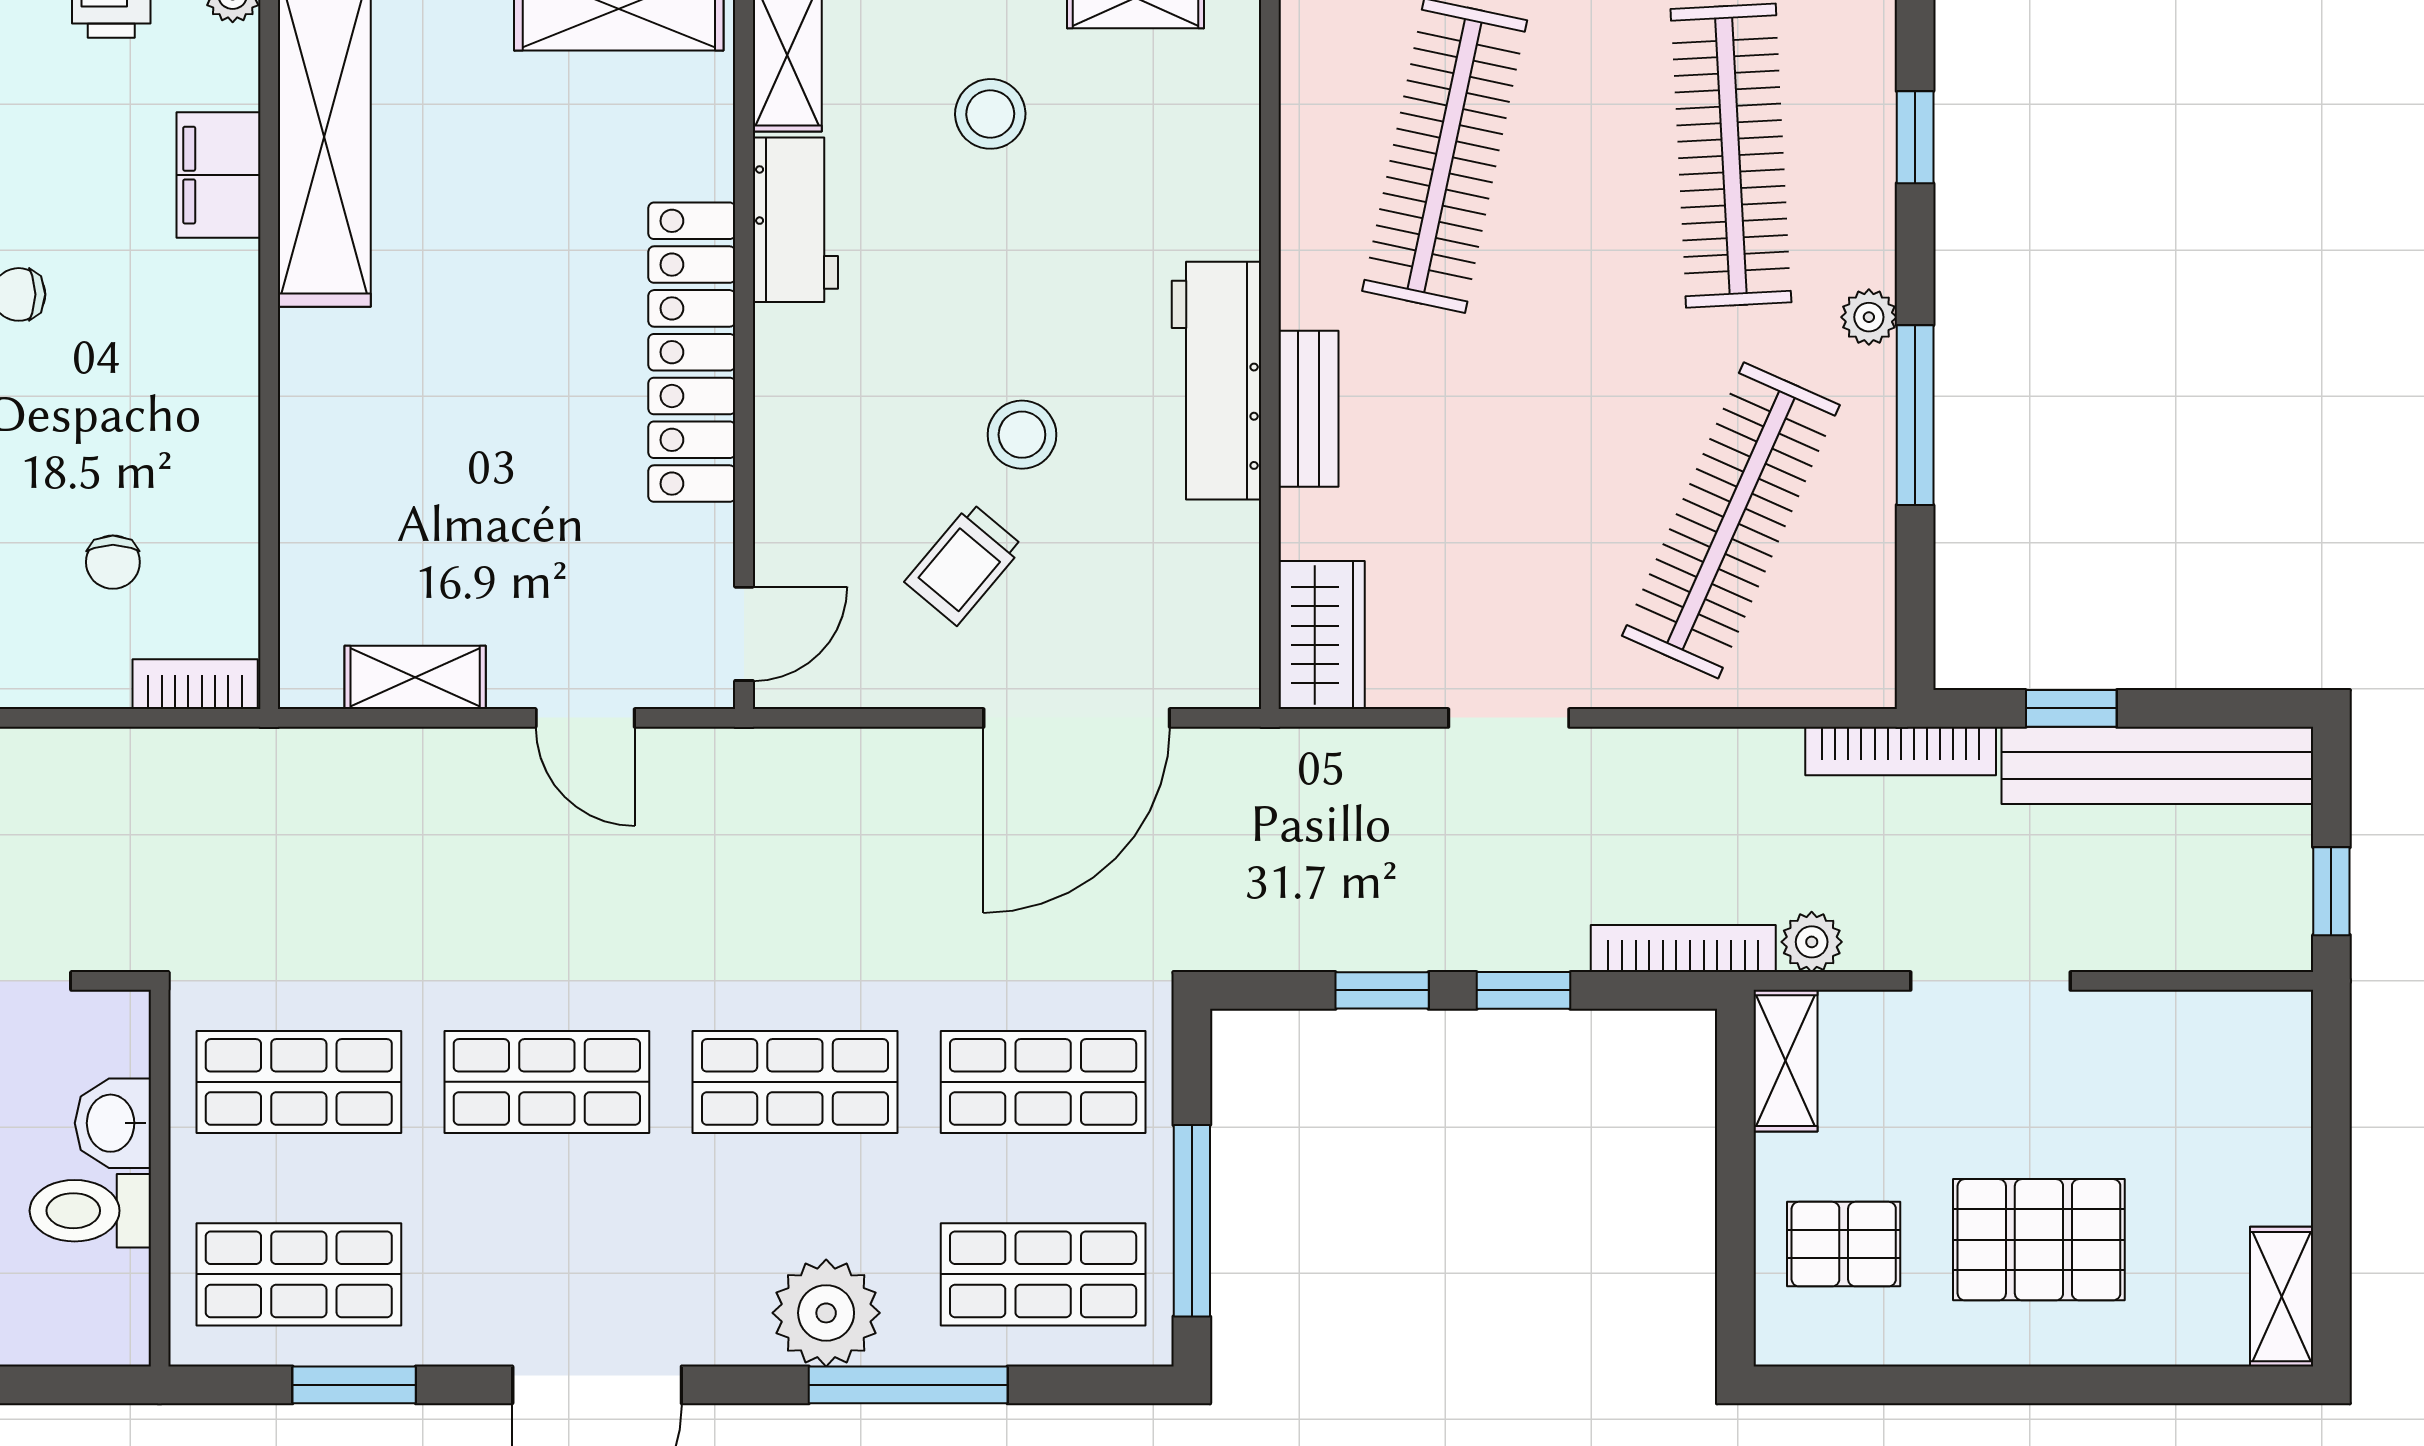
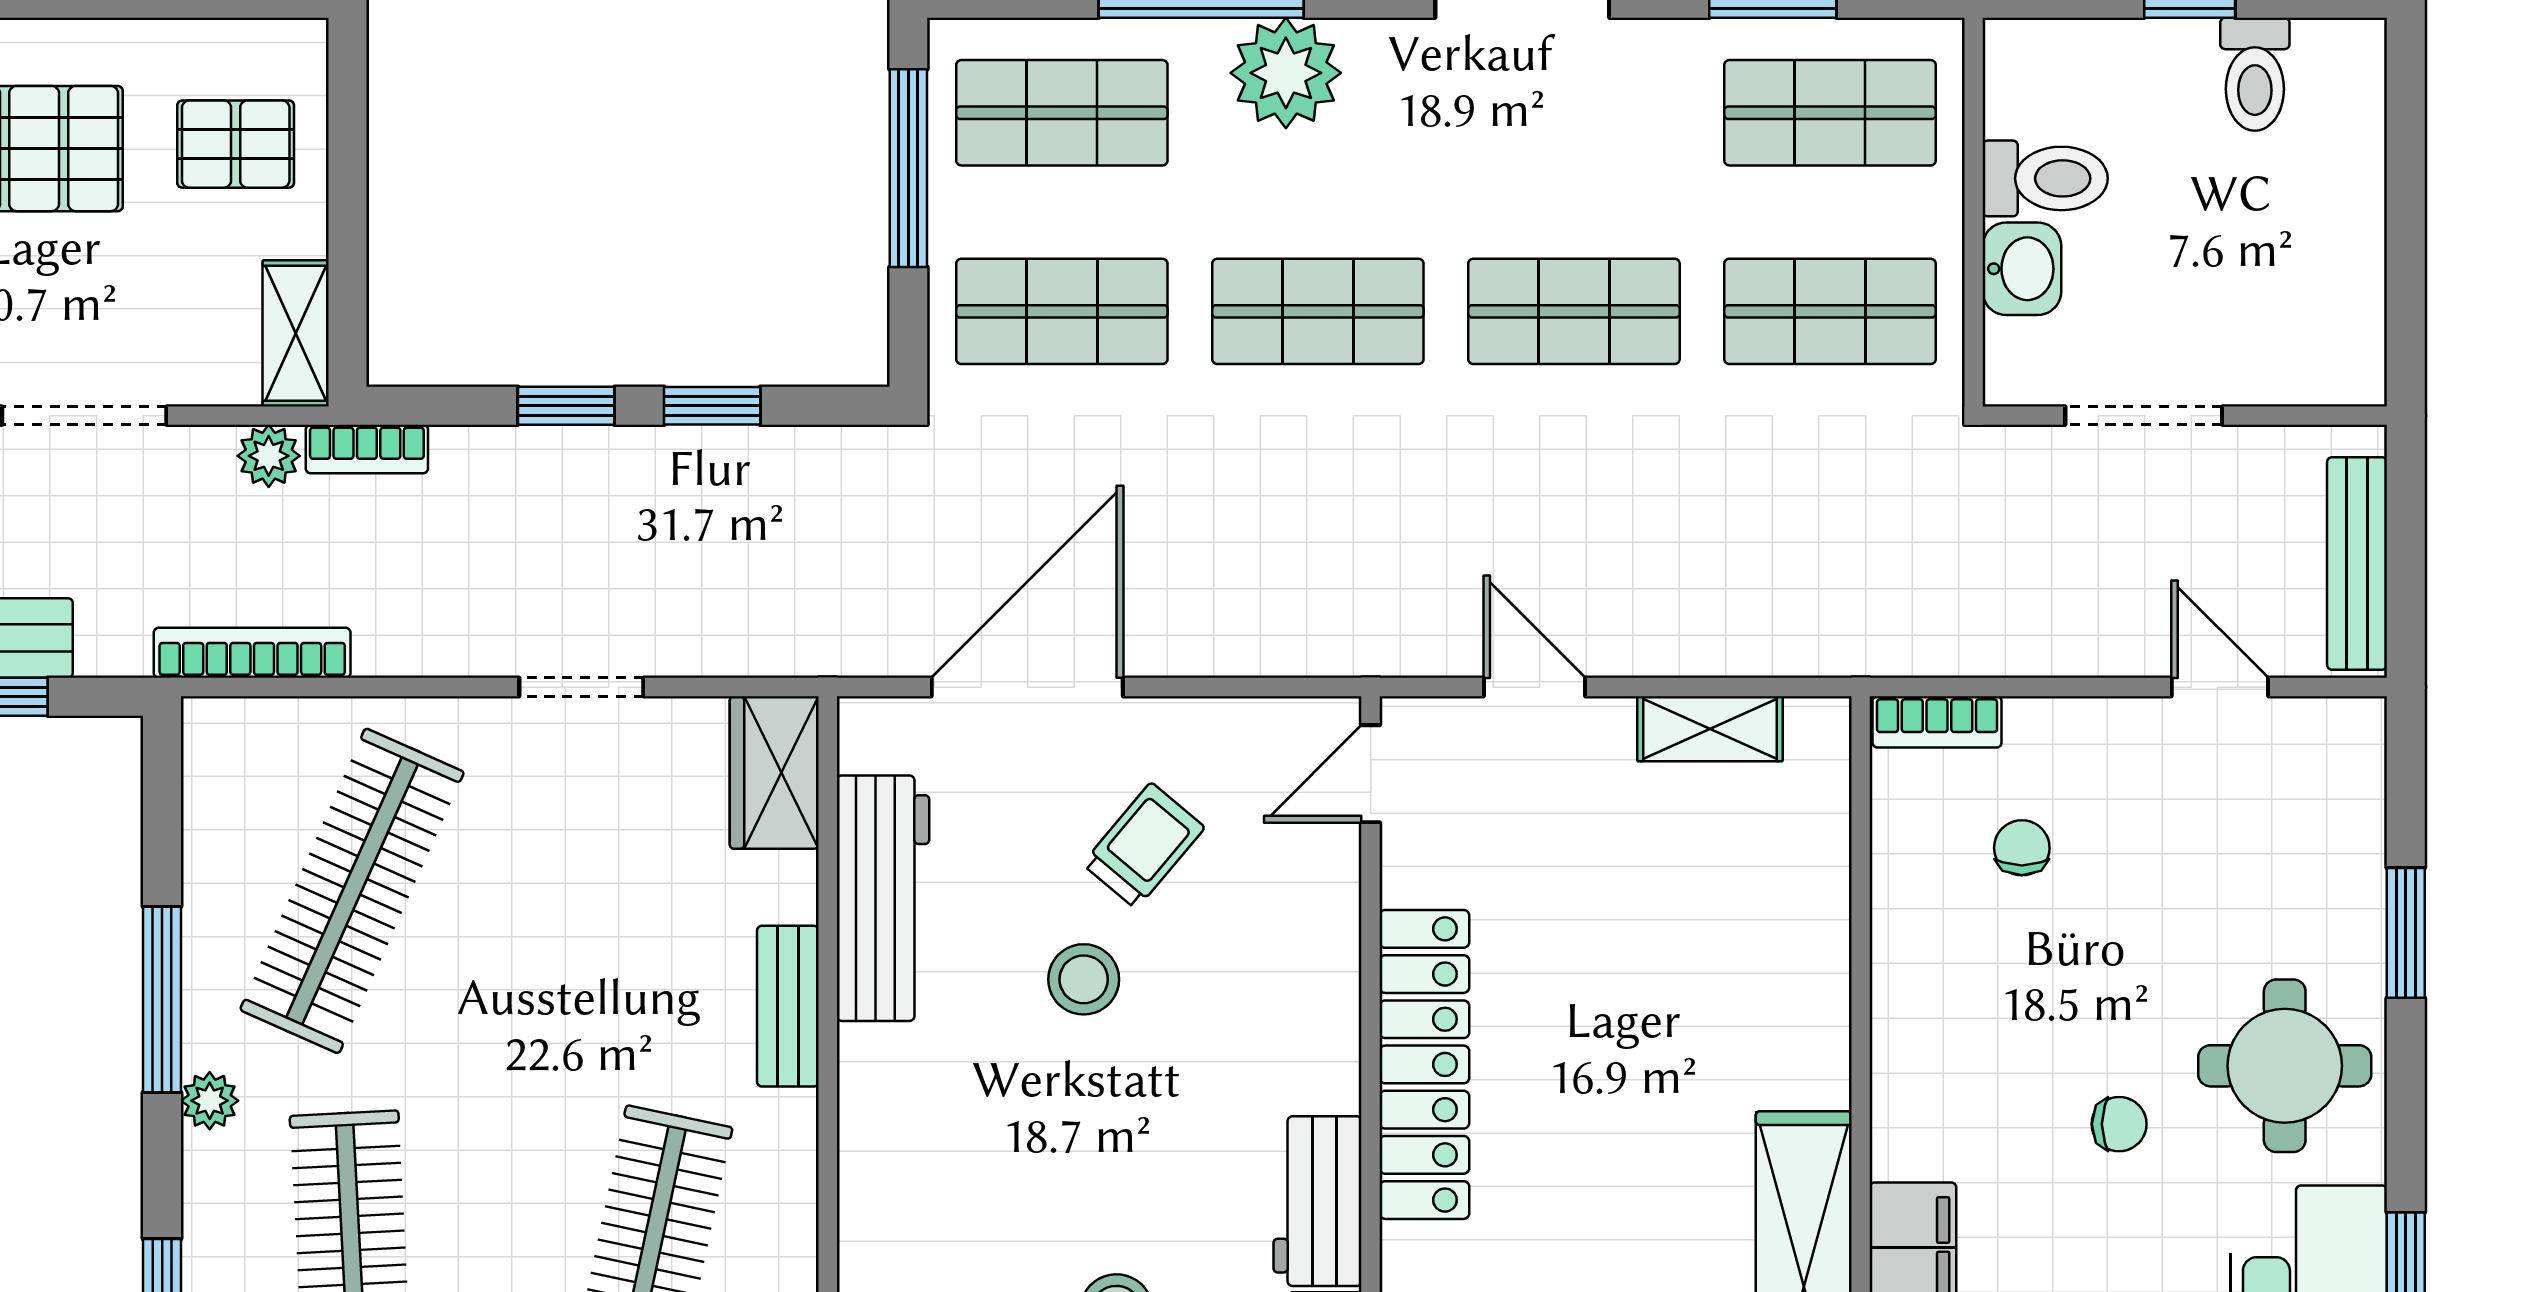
workbench: (1216, 381) -> (883, 898), moved
bookcase: (1901, 751) -> (252, 653), moved
bookcase: (1683, 948) -> (367, 449), width x0.64

